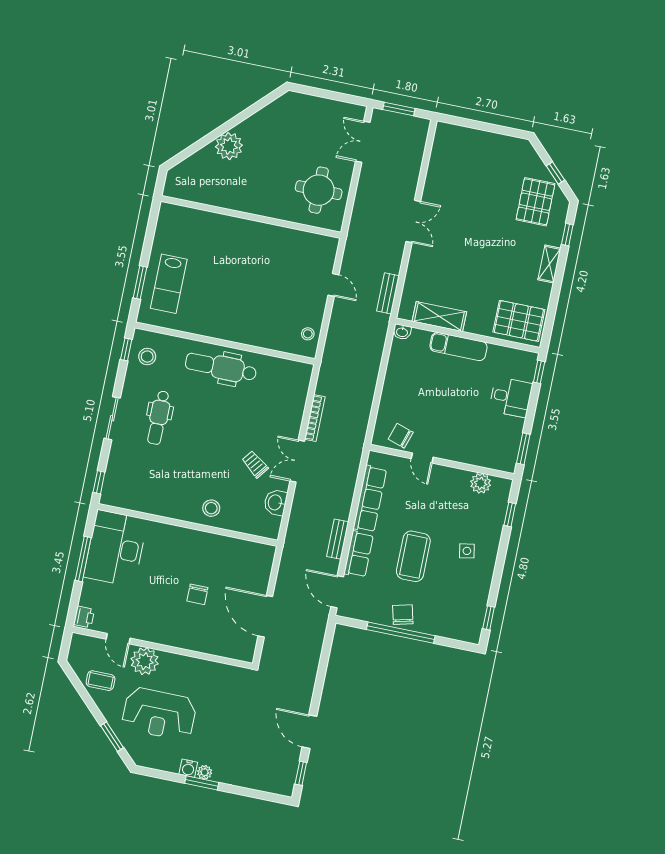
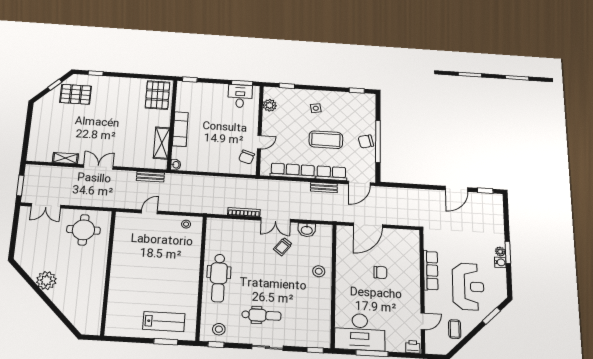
plant: (229, 146) -> (46, 280), moved
shelving: (549, 264) -> (65, 158), moved
desk: (511, 397) -> (240, 96), moved
door: (265, 616) -> (368, 225), moved
plant: (145, 661) -> (434, 301), removed
row of seats: (190, 666) -> (431, 270), added

